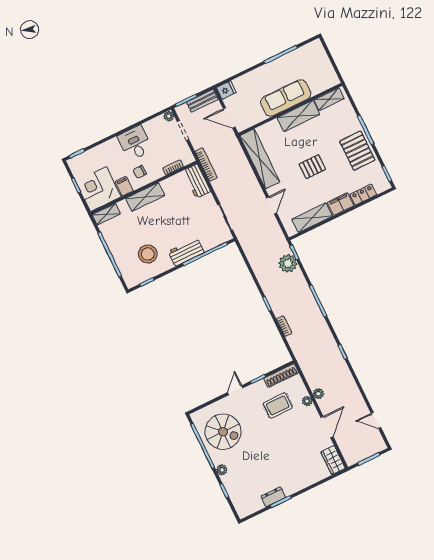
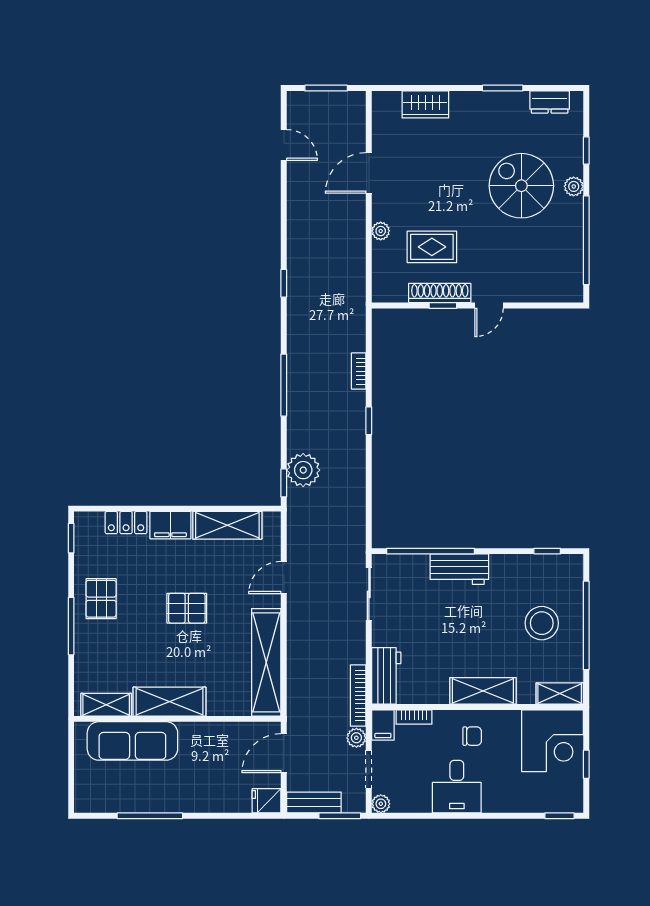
sofa: (286, 98) -> (132, 741), moved
door: (229, 118) -> (284, 753), swing flipped
pallet: (357, 151) -> (101, 599), width x0.67, depth x0.71
filing cabinet: (124, 186) -> (383, 725), moved
stool: (148, 254) -> (542, 623), moved
shoe rack: (281, 375) -> (440, 293), moved
plant: (318, 394) -> (356, 738), moved
spiral stairs: (223, 432) -> (521, 186), moved
wardrobe: (333, 460) -> (425, 104), moved, turned 90
dresser: (273, 497) -> (550, 102), moved

